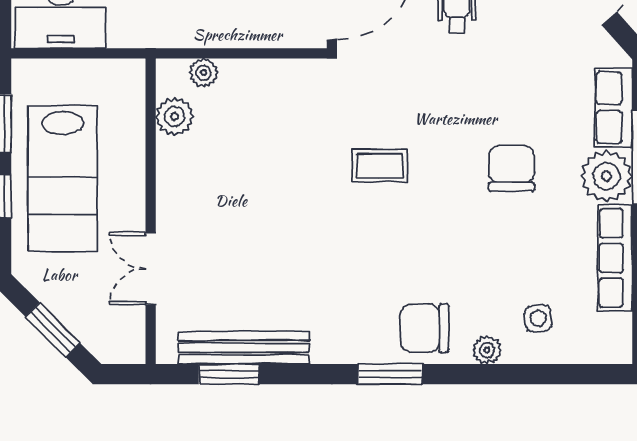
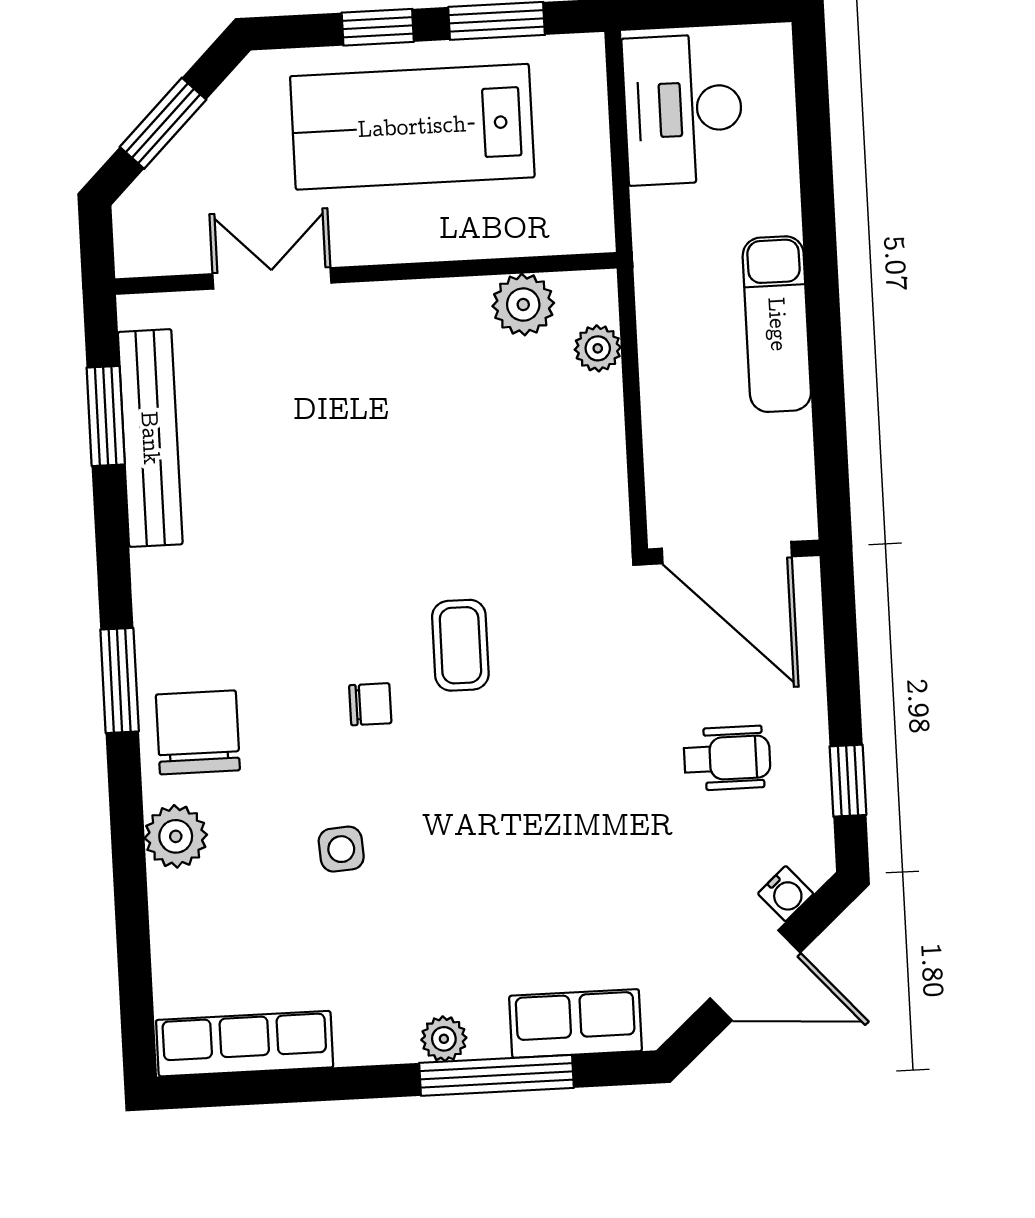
chair: (511, 168) -> (370, 704), moved, width x0.54, depth x0.54
plant: (607, 176) -> (444, 1039), width x0.53, depth x0.53
row of seats: (615, 258) -> (245, 1044), moved
side table: (538, 318) -> (341, 849), moved
plant: (487, 350) -> (176, 836), width x1.38, depth x1.38

